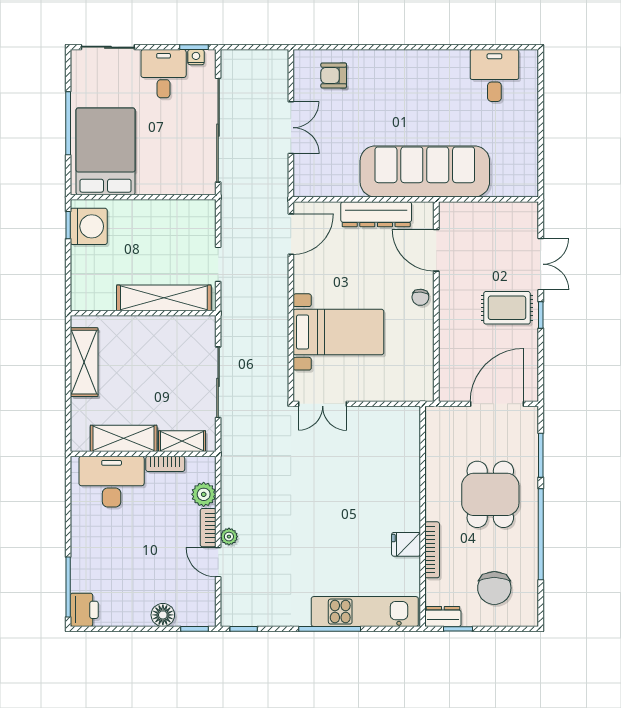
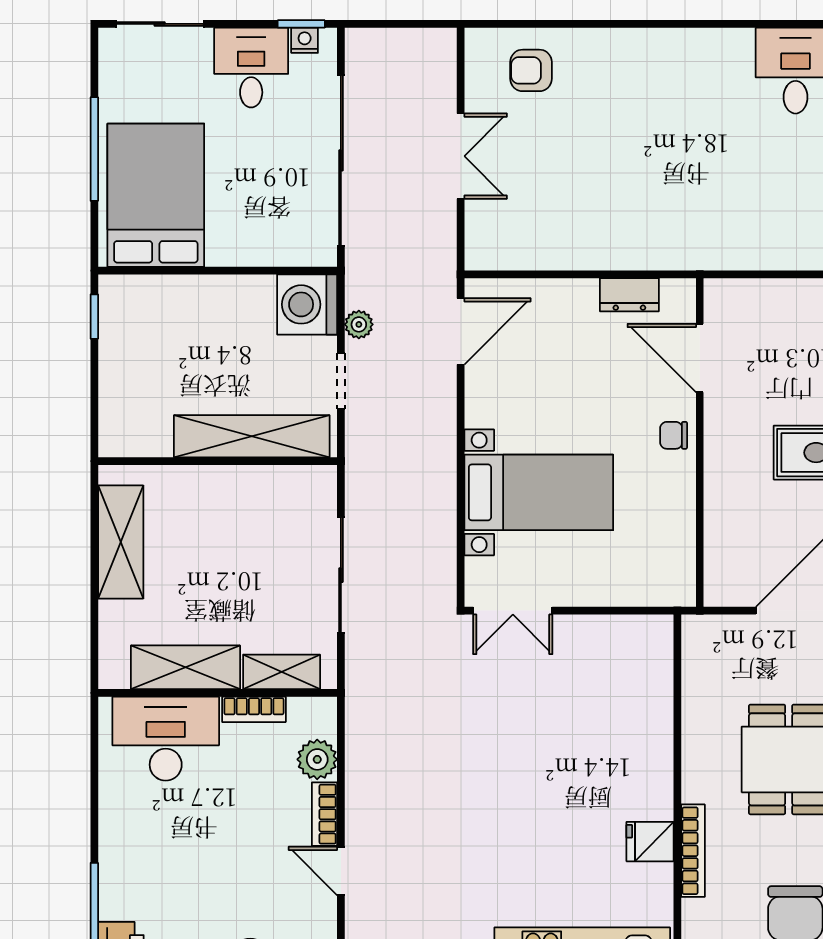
sofa: (425, 171) -> (681, 228), removed
dresser: (376, 214) -> (629, 295), width x0.51, depth x0.80
washing machine: (89, 226) -> (307, 304), moved, turned 180
chair: (420, 297) -> (674, 435), turned 85
plant: (229, 537) -> (359, 324), moved

